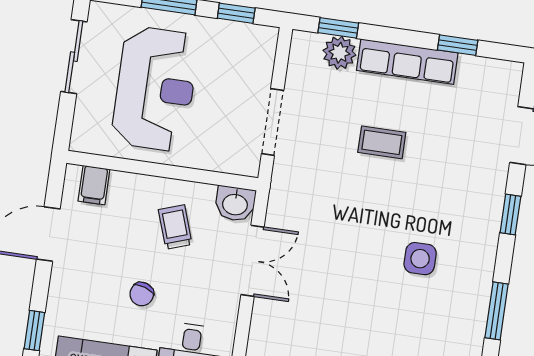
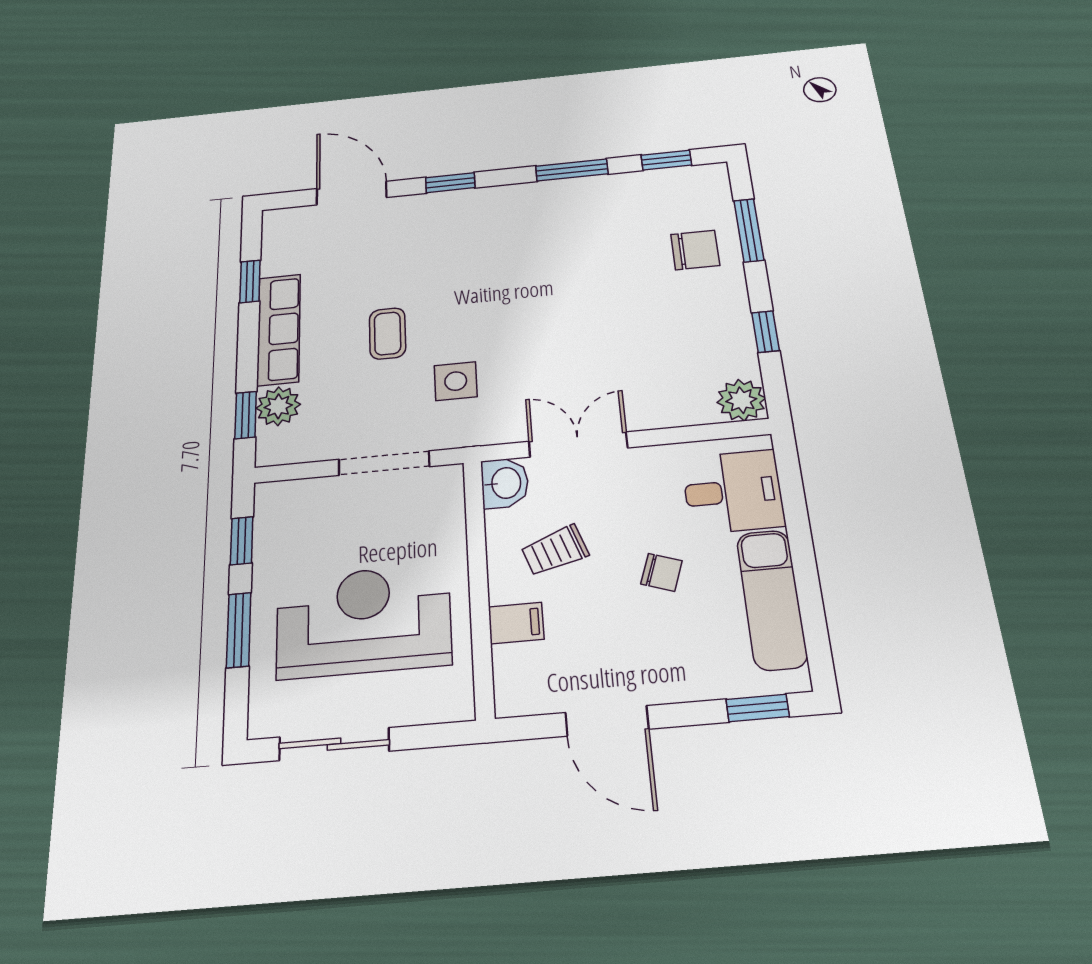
filing cabinet: (94, 185) -> (516, 623), moved
side table: (420, 259) -> (456, 381), moved

